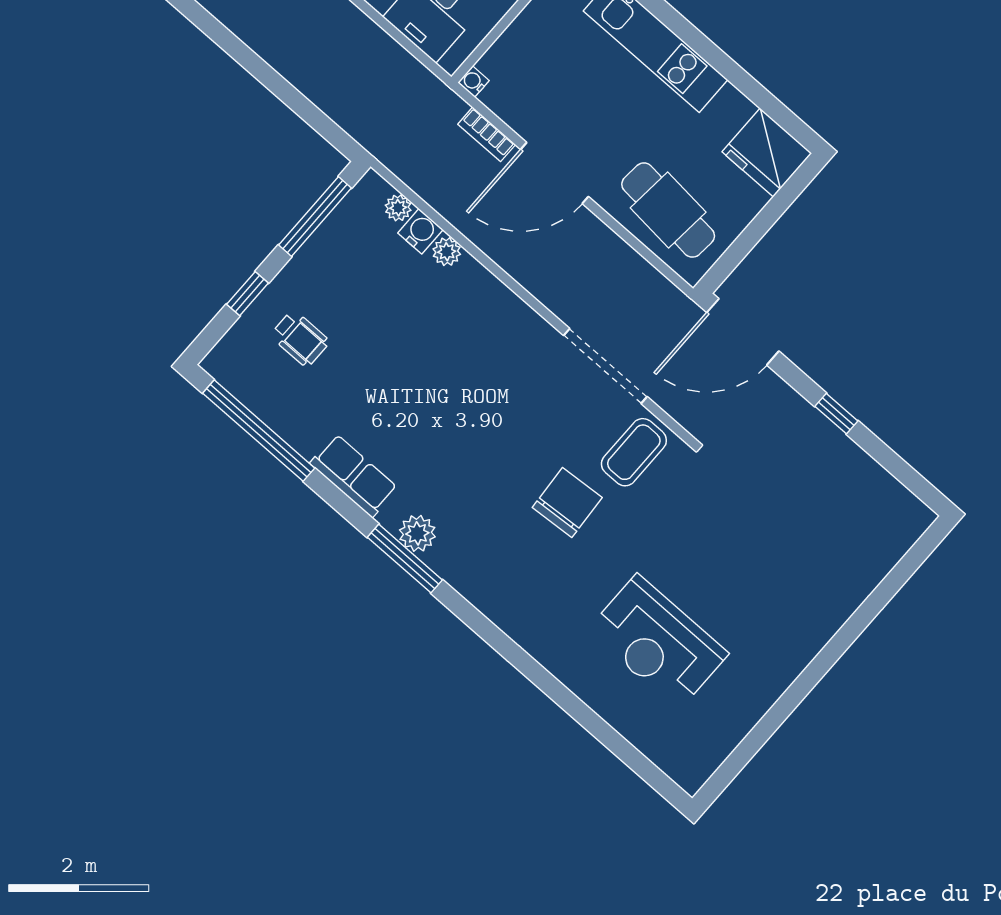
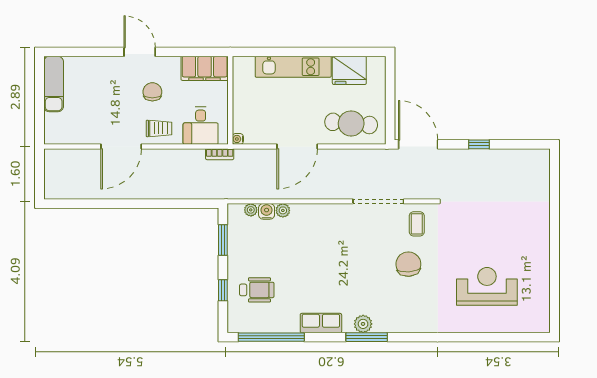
bookcase: (487, 134) -> (220, 154), moved
fridge: (767, 152) -> (349, 70), moved
window: (315, 216) -> (223, 240), width x0.69
door: (743, 332) -> (418, 144), swing flipped
wheelchair: (300, 339) -> (257, 290), width x1.36, depth x1.37
coffee table: (634, 452) -> (417, 224), width x0.73, depth x0.77
reception desk: (658, 642) -> (487, 286), turned 180

